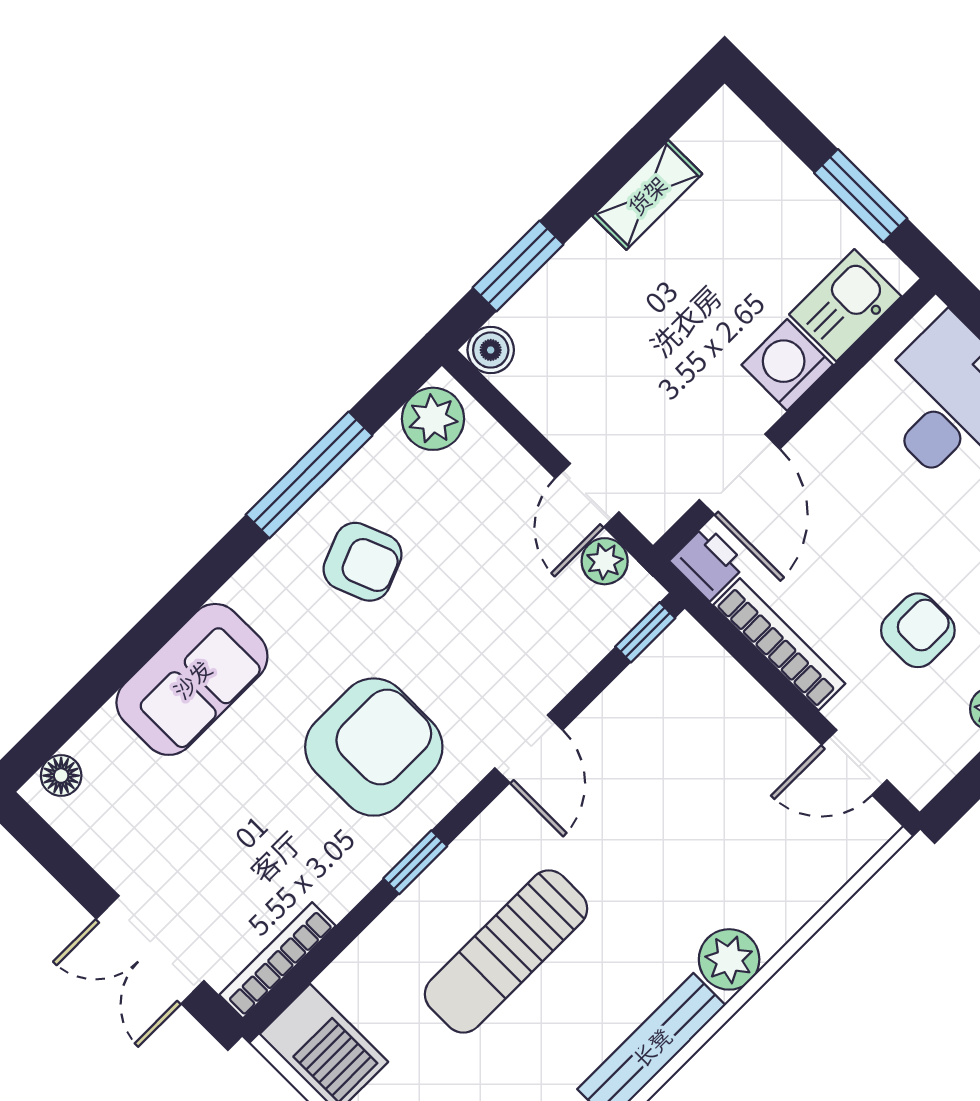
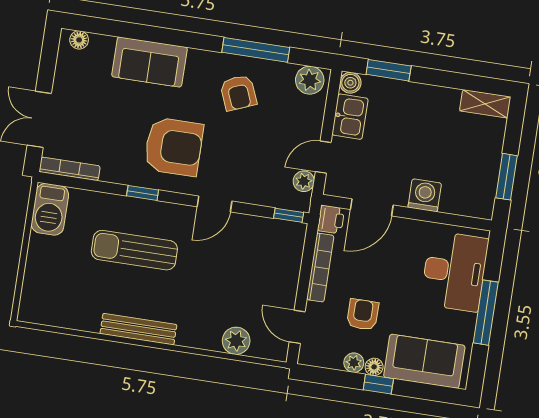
shelving: (647, 195) -> (485, 104), moved
kitchen sink: (845, 305) -> (350, 117), moved, turned 90
armchair: (918, 630) -> (363, 315), turned -90
plant: (729, 959) -> (236, 341), moved

